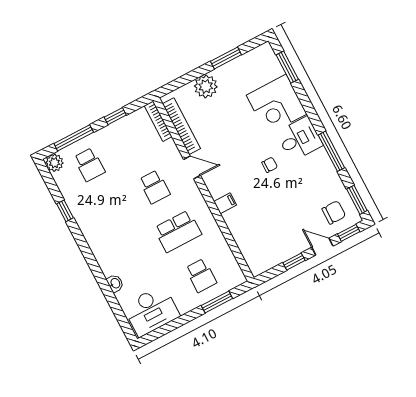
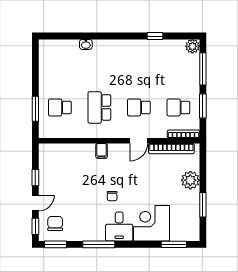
window: (115, 116) -> (203, 106), width x1.50
school desk: (89, 165) -> (178, 107), moved
chair: (334, 212) -> (55, 224), turned 180
desk: (151, 311) -> (53, 60), removed

